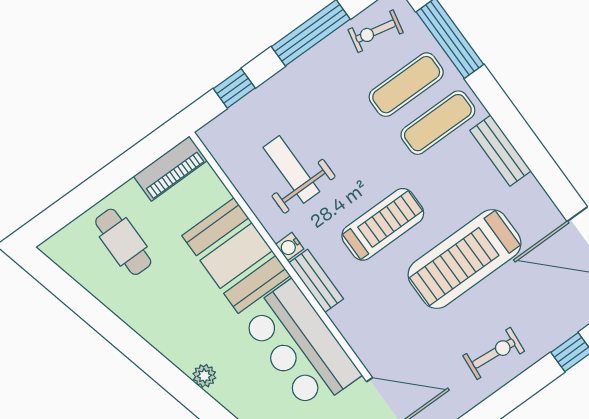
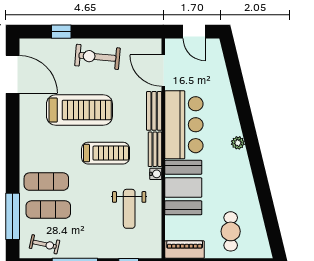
bench: (500, 151) -> (154, 111), moved
treadmill: (383, 224) -> (106, 153), turned 180
exercise bike: (494, 353) -> (97, 57), width x1.38, depth x1.39

